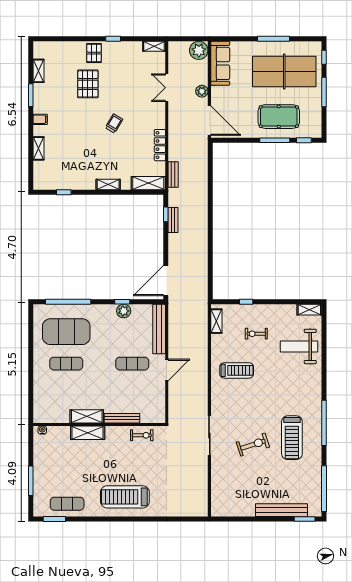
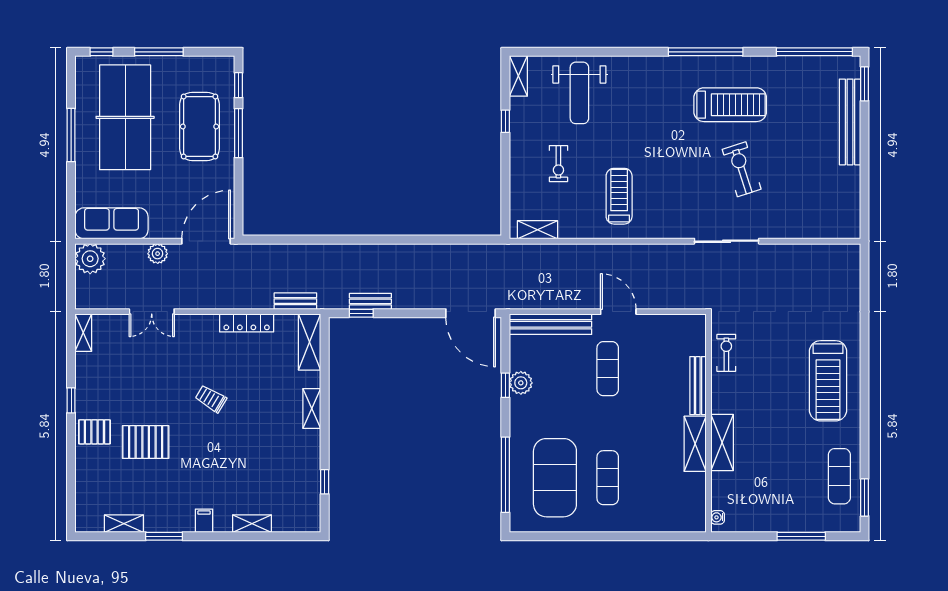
window: (246, 302) -> (505, 121), moved

